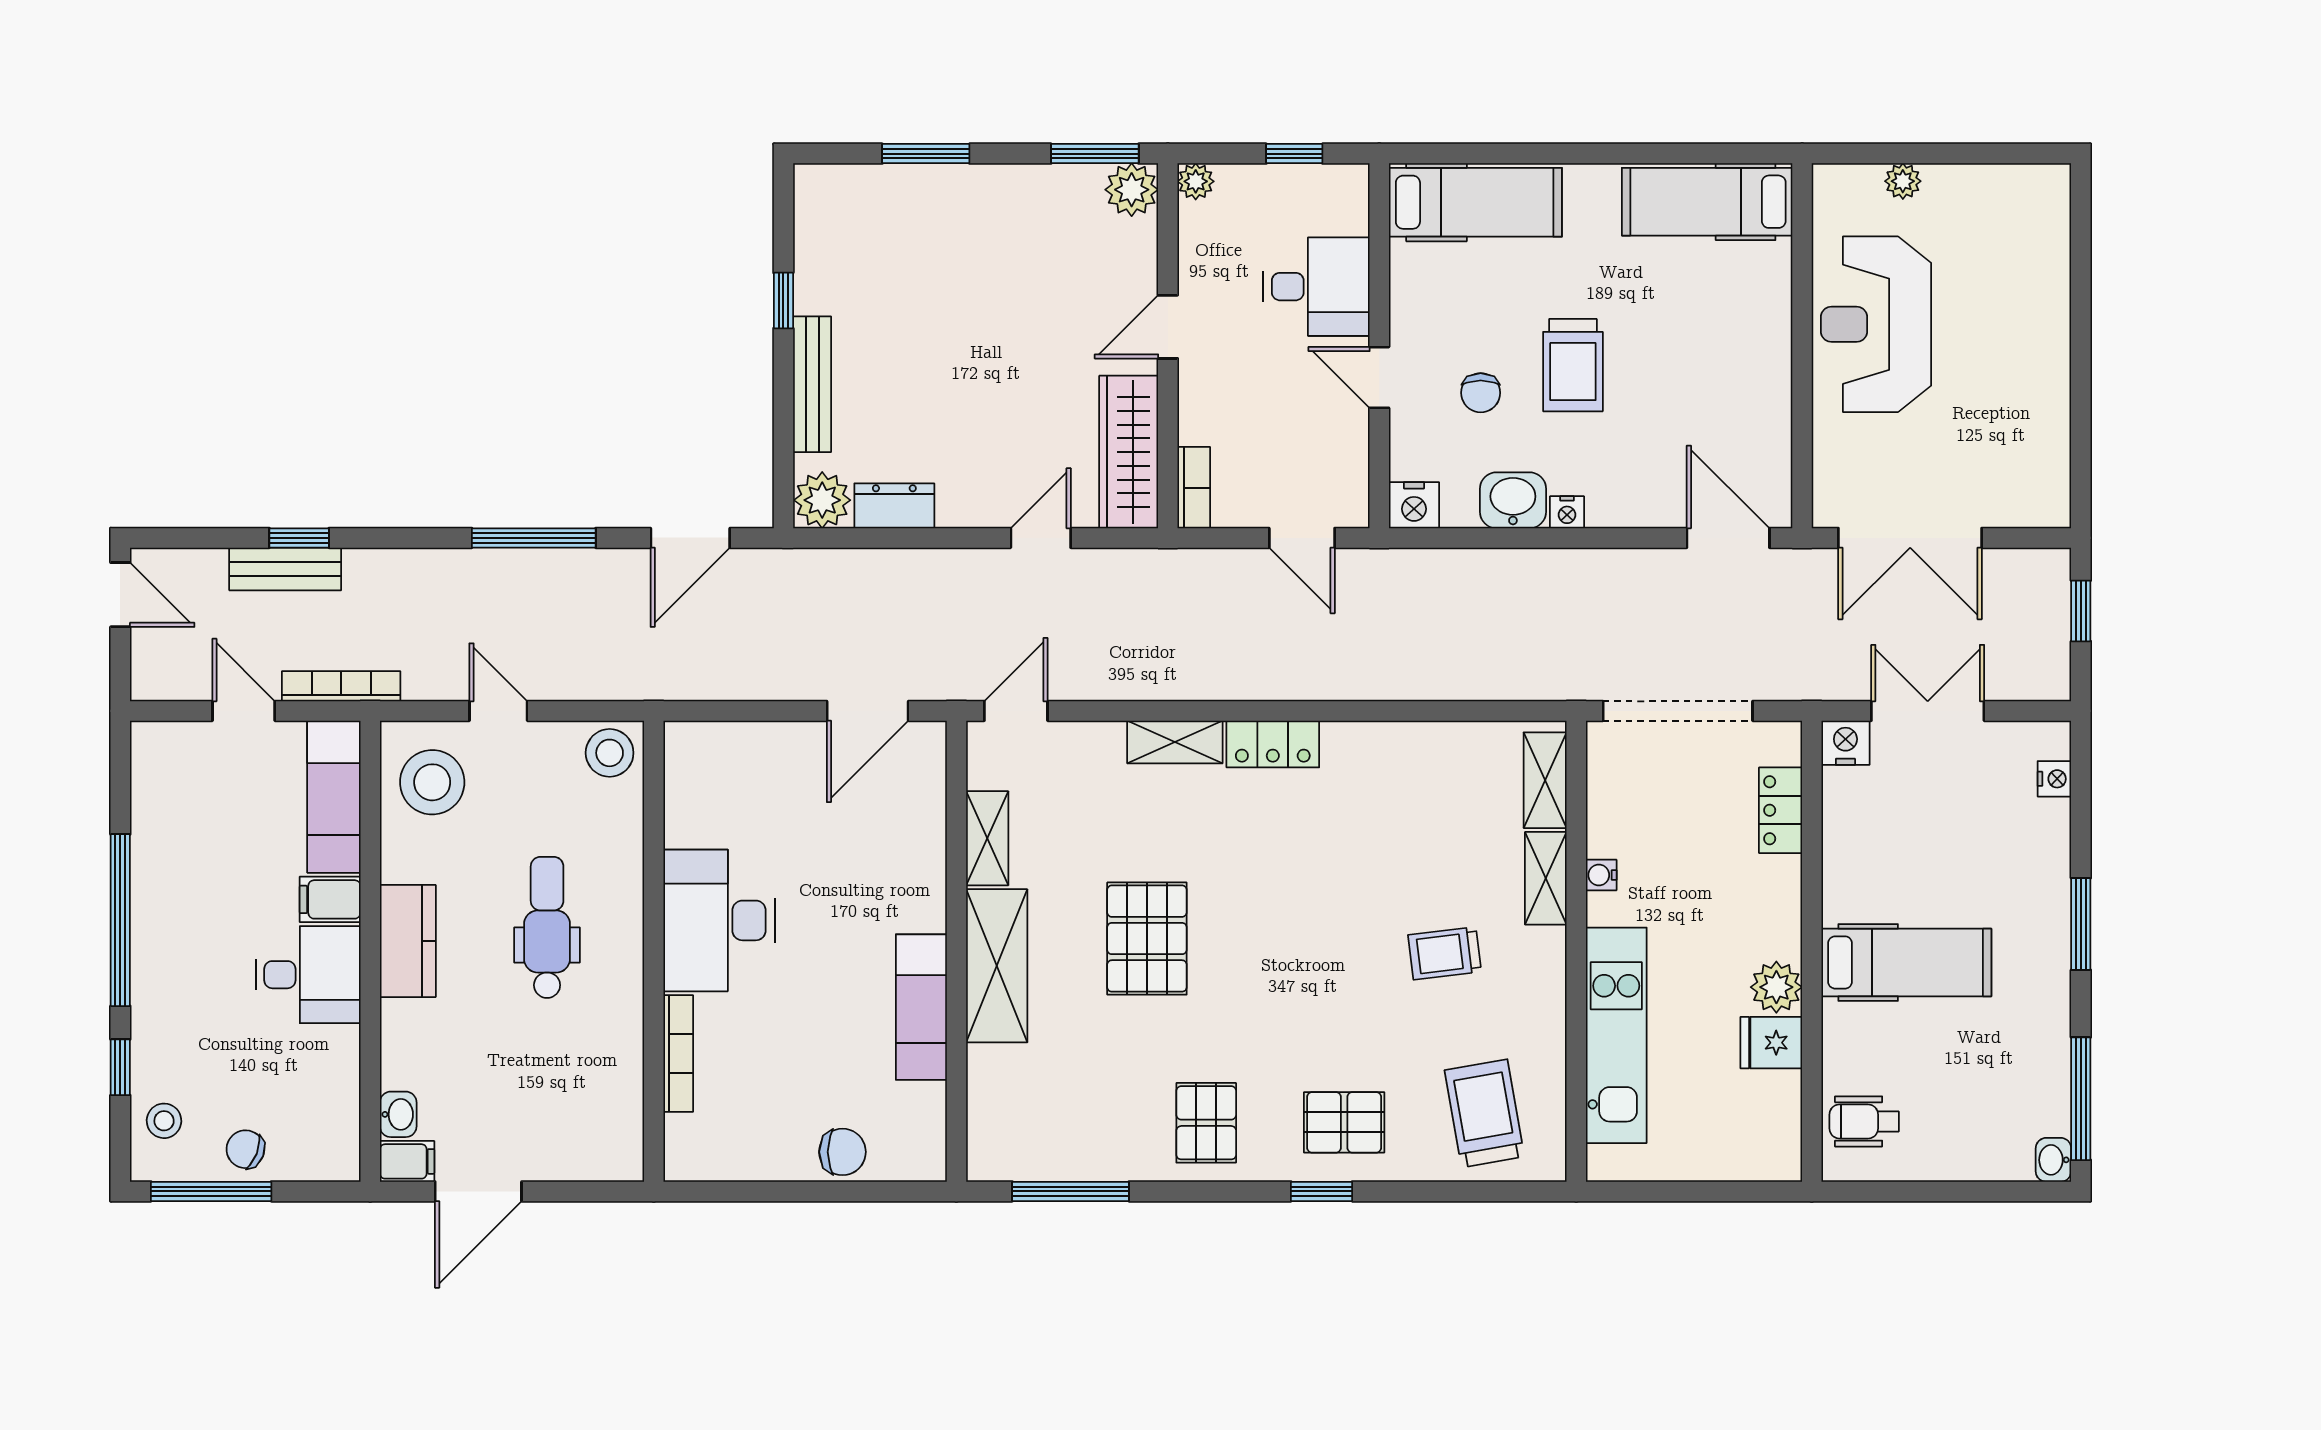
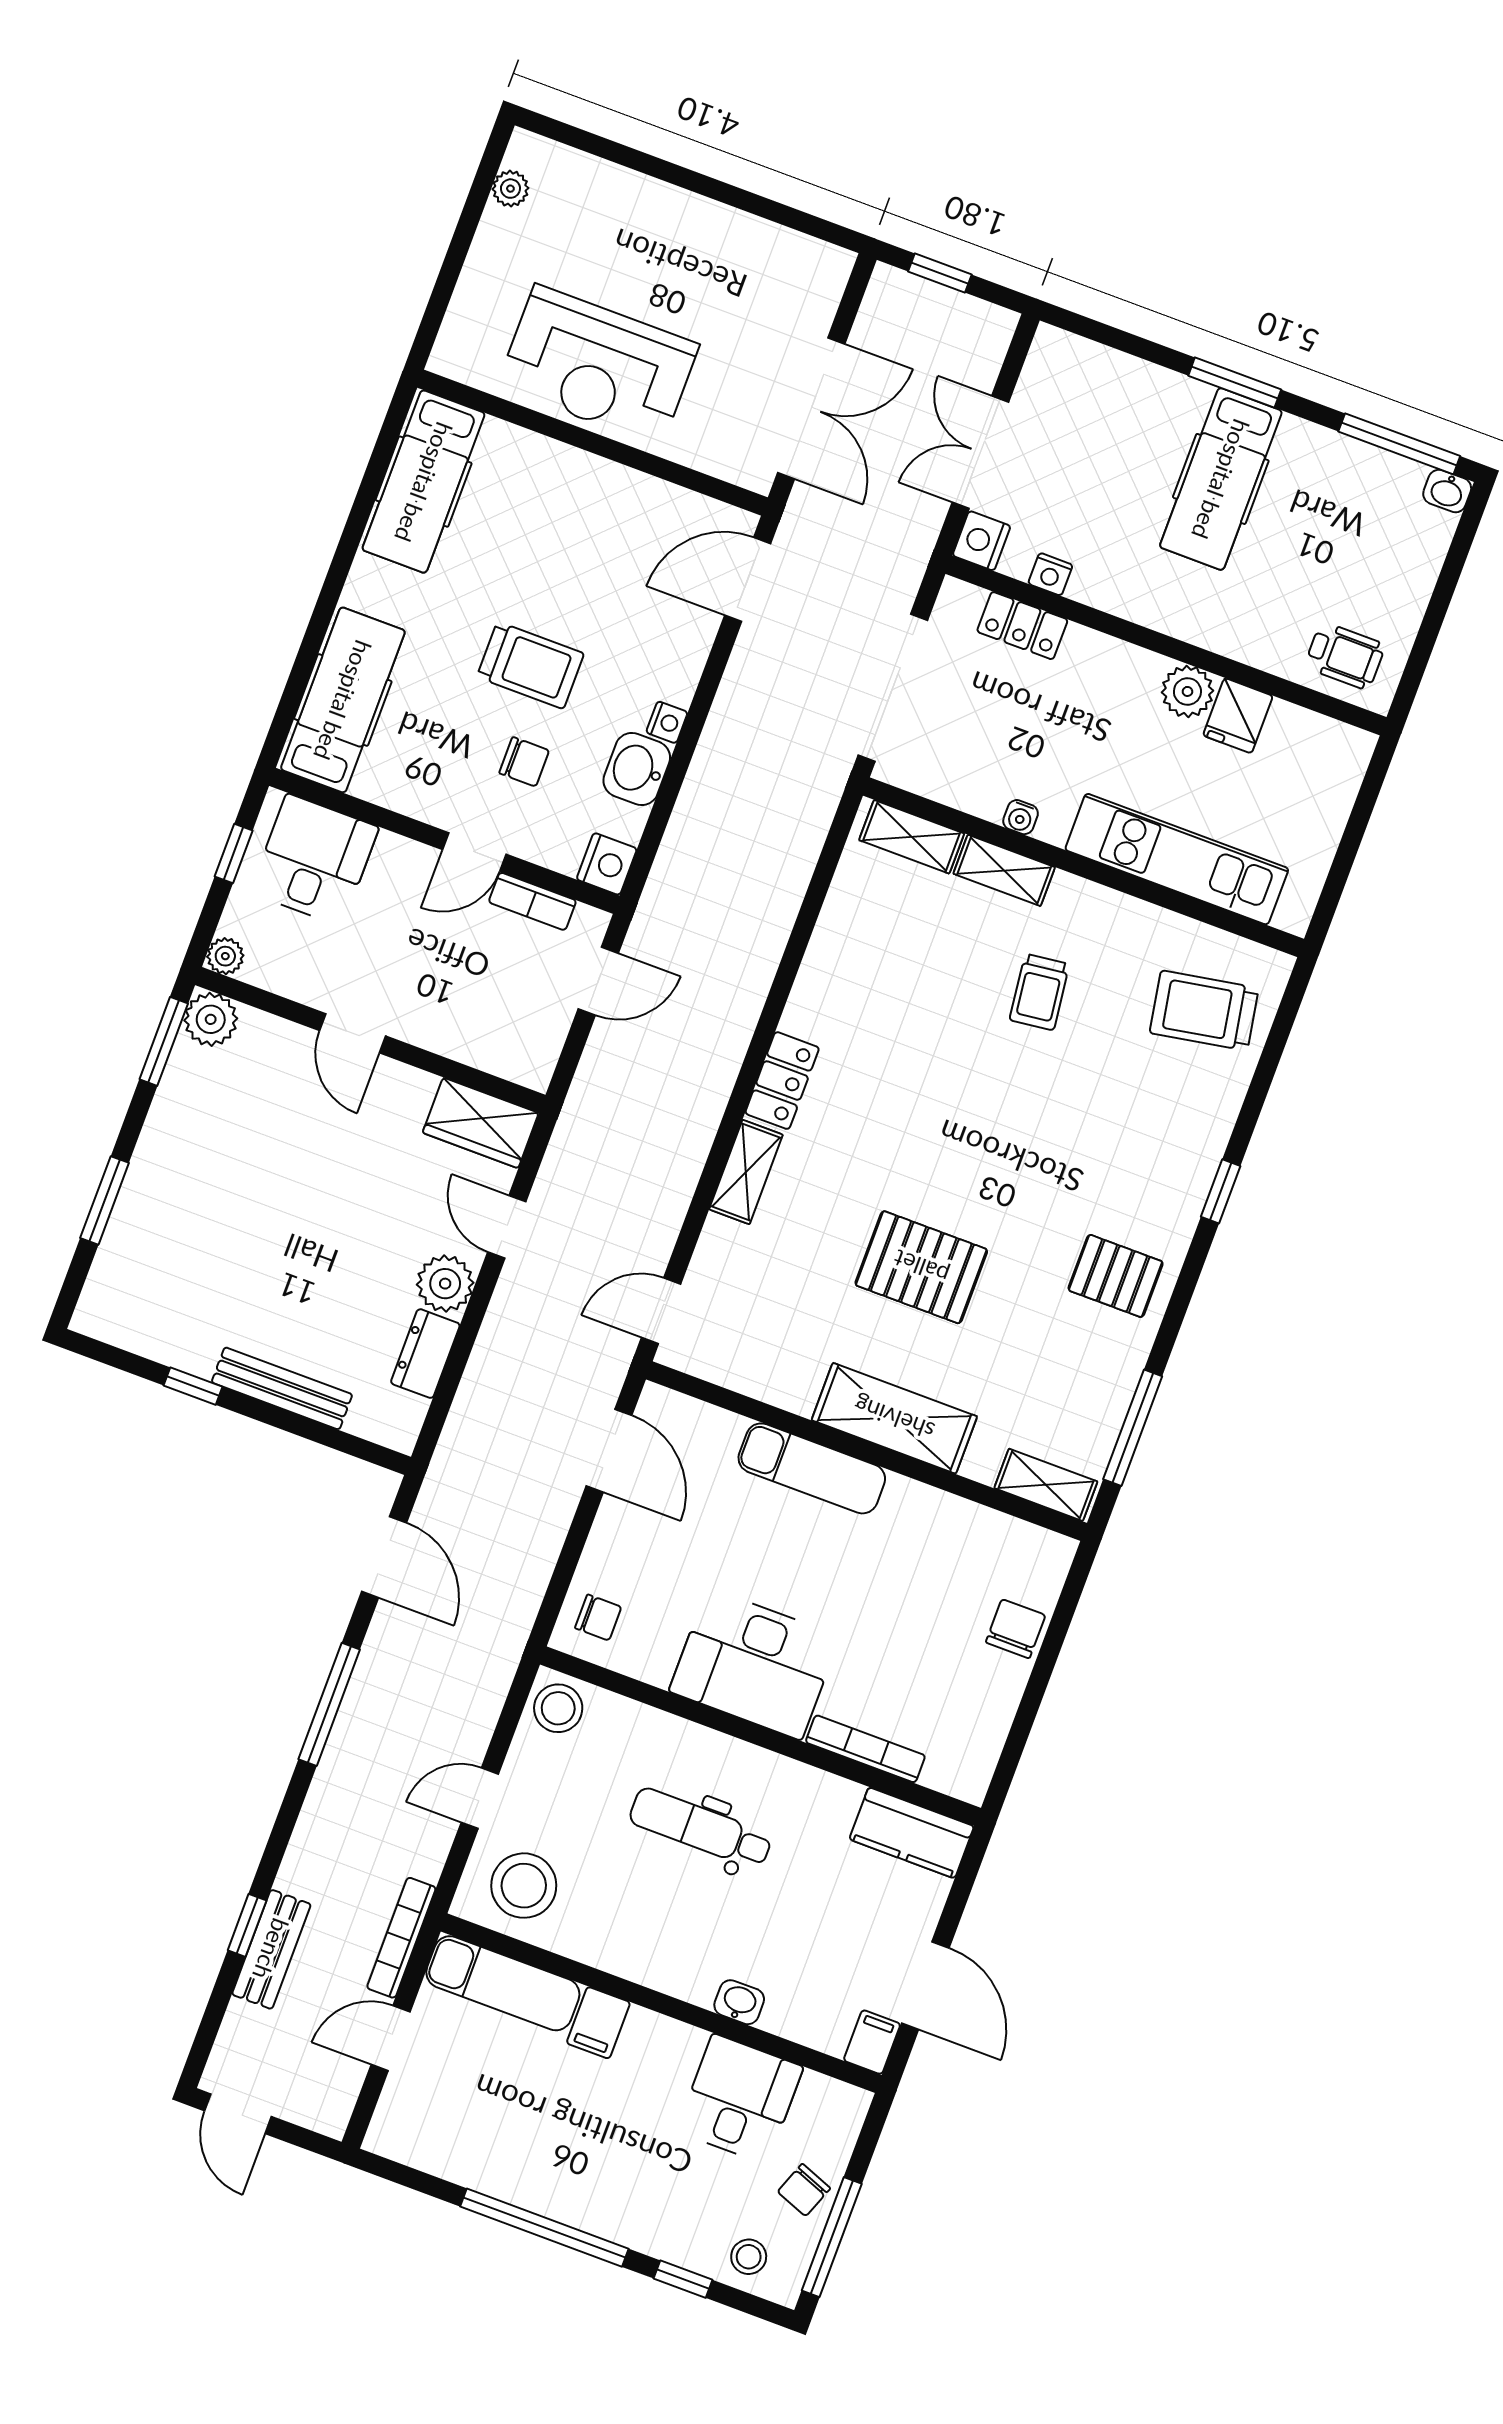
plant: (1903, 181) -> (510, 189), moved
desk: (1316, 287) -> (314, 860), moved
wardrobe: (1129, 452) -> (481, 1123), width x0.67
bookcase: (1194, 488) -> (532, 901), moved, turned 180
plant: (822, 500) -> (445, 1284), moved
door: (120, 595) -> (238, 2114), swing flipped
door: (1016, 711) -> (661, 1311), hinge flipped
chair: (708, 759) -> (598, 1617), added
nightstand: (2054, 779) -> (1050, 574), moved, turned 180
shelving: (987, 838) -> (1046, 1485), moved
kitchen counter: (408, 941) -> (912, 1833), moved, turned 180
hospital bed: (1906, 962) -> (1221, 479), moved, turned 180
desk: (308, 975) -> (740, 2099), moved
exam couch: (921, 1007) -> (812, 1468), moved
washbasin: (398, 1114) -> (739, 2002), moved
wheelchair: (1864, 1121) -> (1345, 656), turned -90
pallet: (1344, 1122) -> (1163, 1146), removed

